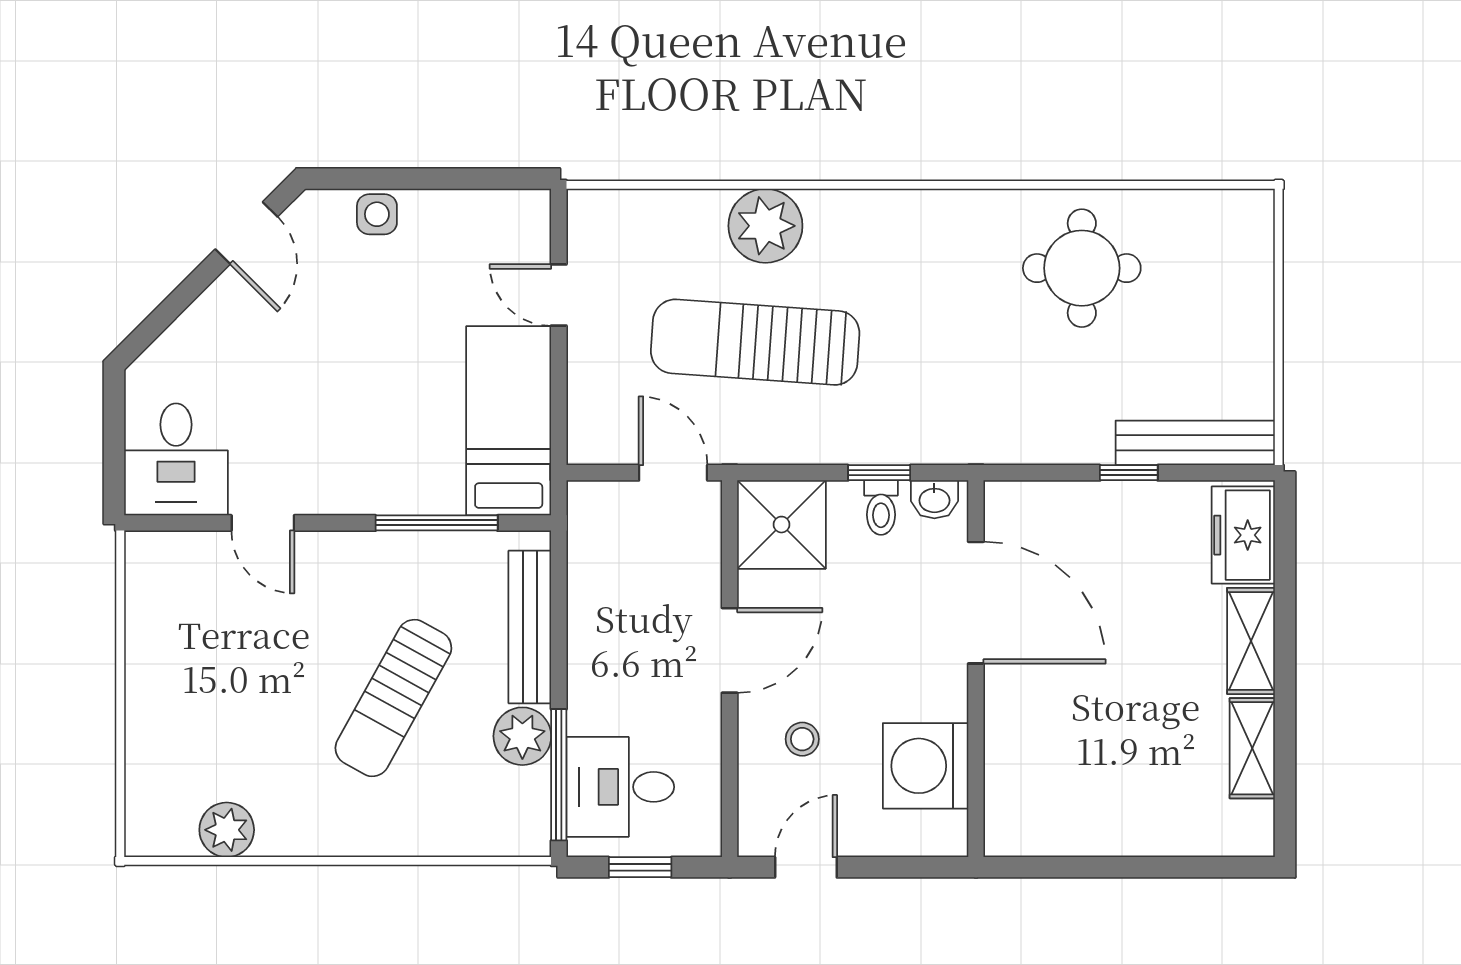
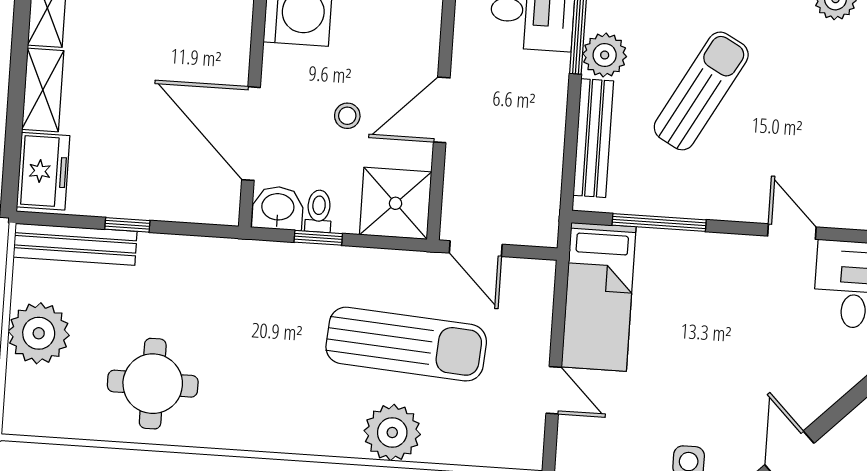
plant: (1235, 324) -> (39, 333), added
washbasin: (934, 499) -> (278, 208), width x1.38, depth x1.45
stool: (802, 739) -> (347, 116), moved

